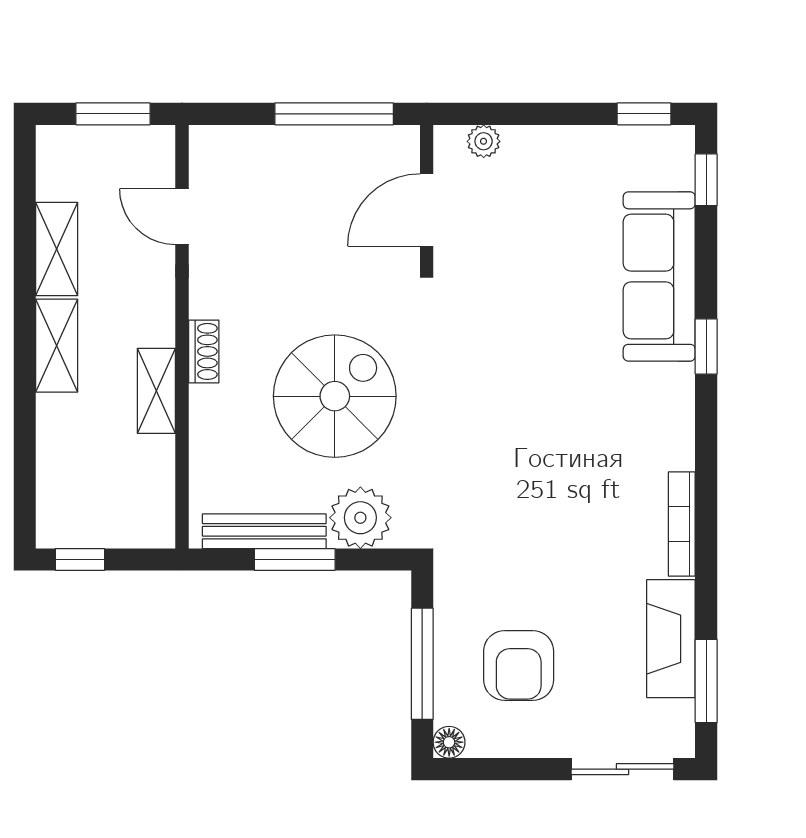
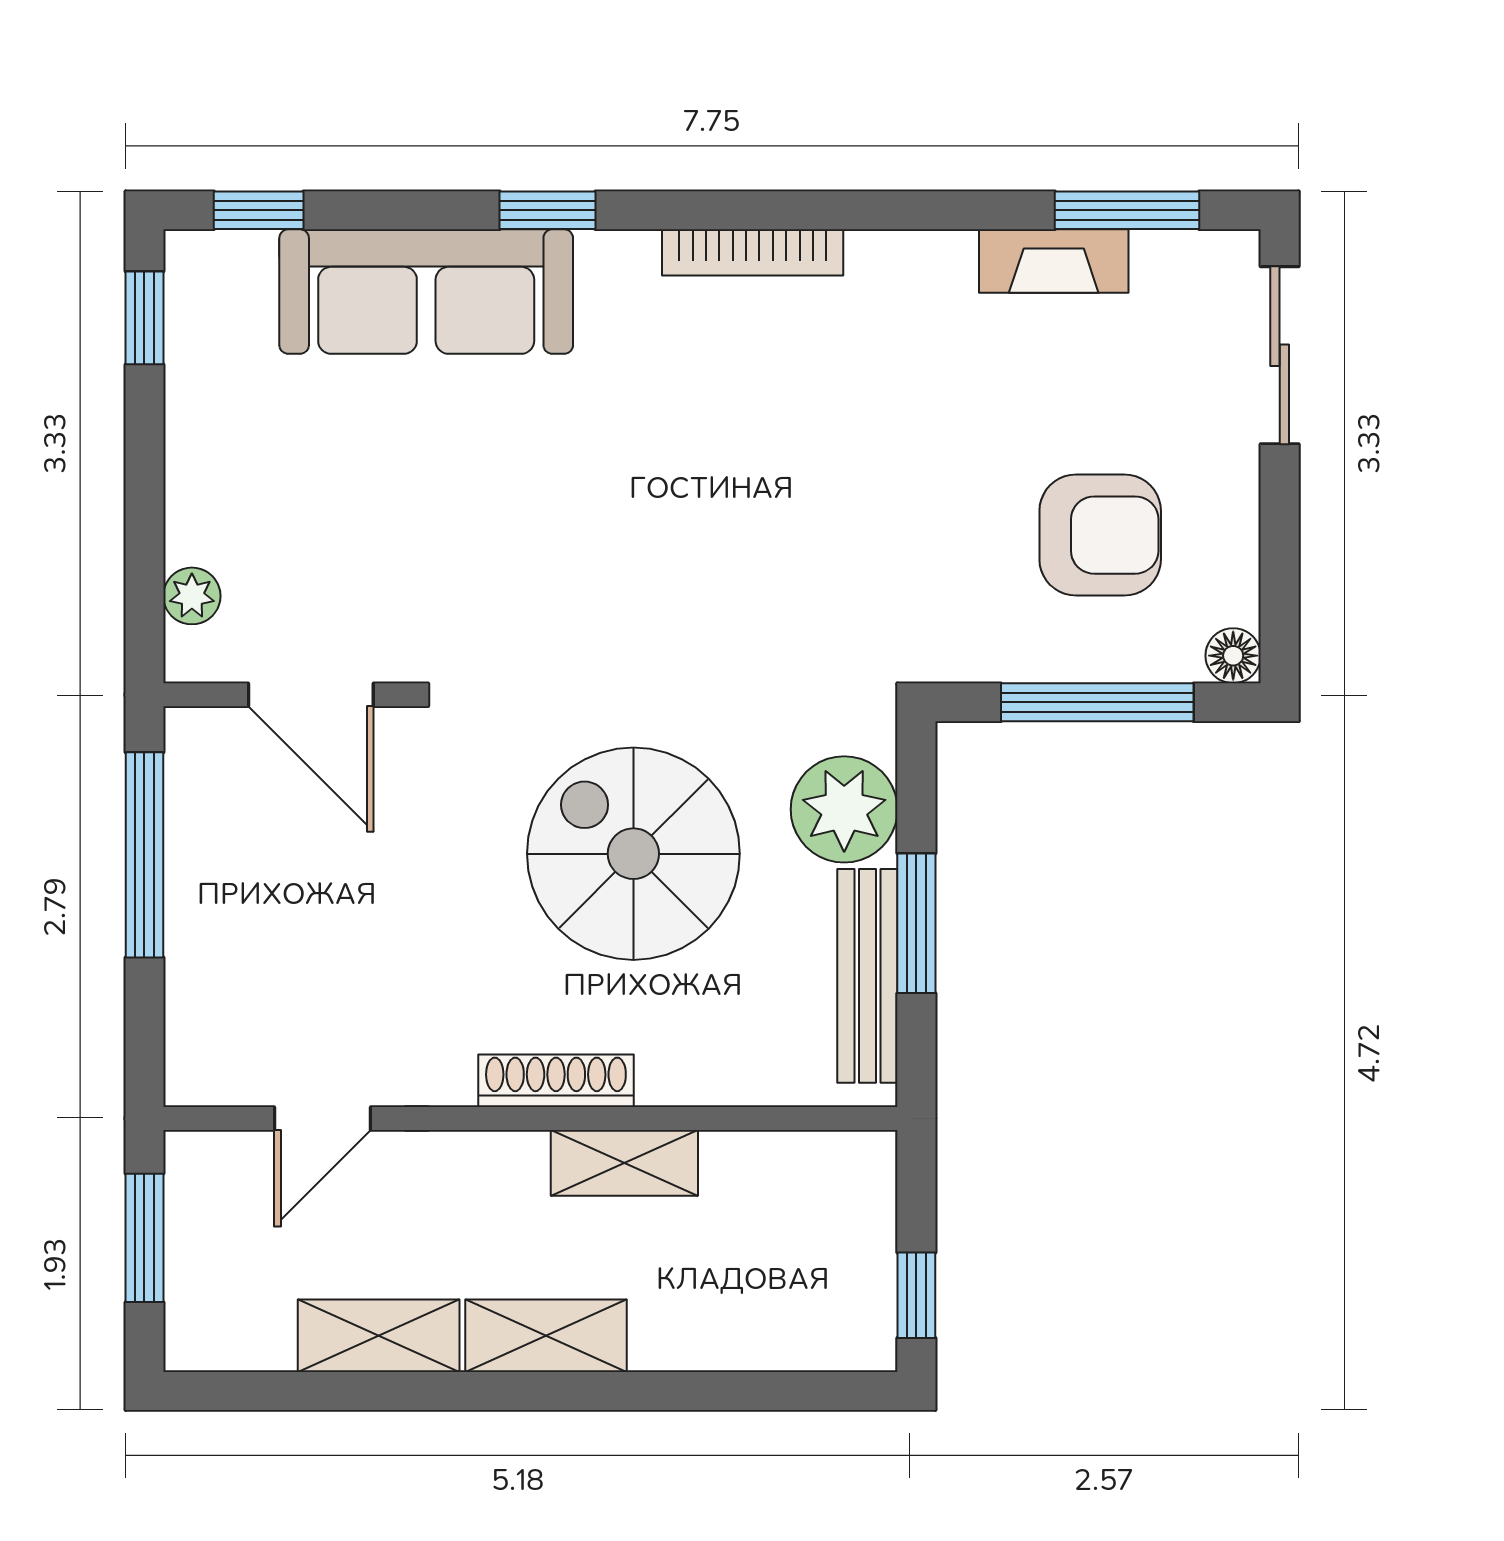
shoe rack: (204, 351) -> (556, 1081), width x1.43
bookcase: (682, 524) -> (753, 252), moved
fireplace: (671, 639) -> (1054, 261), width x0.73, depth x0.76

